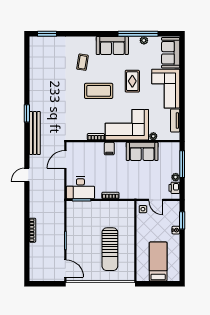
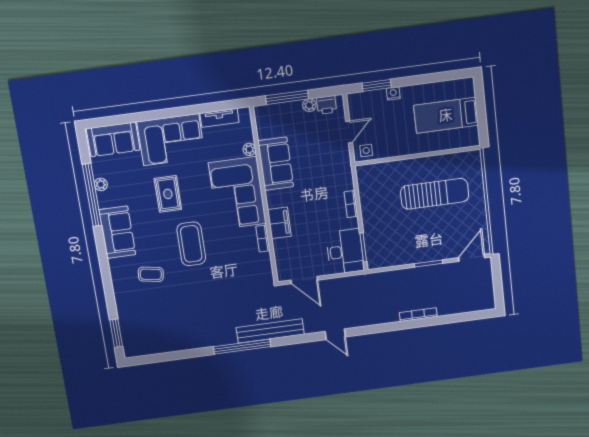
rug: (132, 81) -> (168, 194), turned 90
window: (27, 113) -> (242, 347), width x2.11
filing cabinet: (109, 149) -> (279, 223), width x2.00

